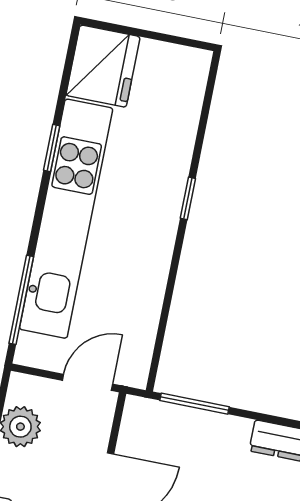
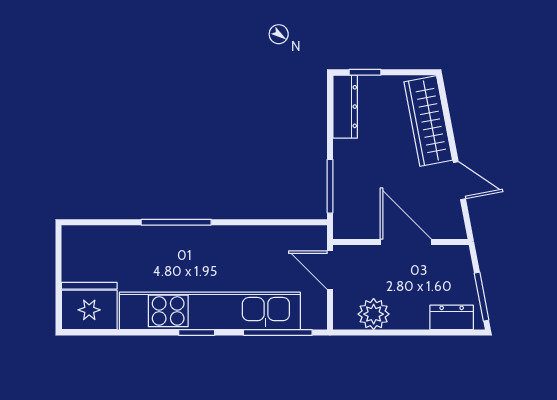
window: (52, 148) -> (197, 332), moved
window: (188, 198) -> (176, 222), width x2.17

